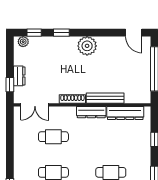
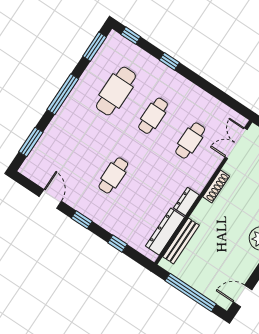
bench: (105, 98) -> (181, 241), moved
dresser: (91, 112) -> (186, 202), width x0.70

